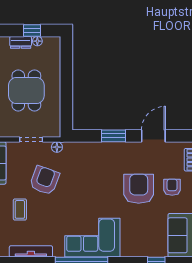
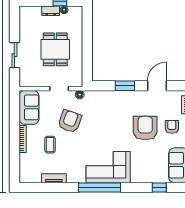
tv unit: (31, 251) -> (54, 178), width x0.71

